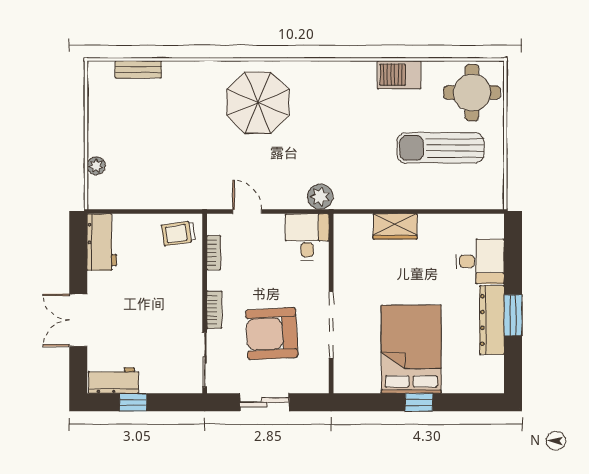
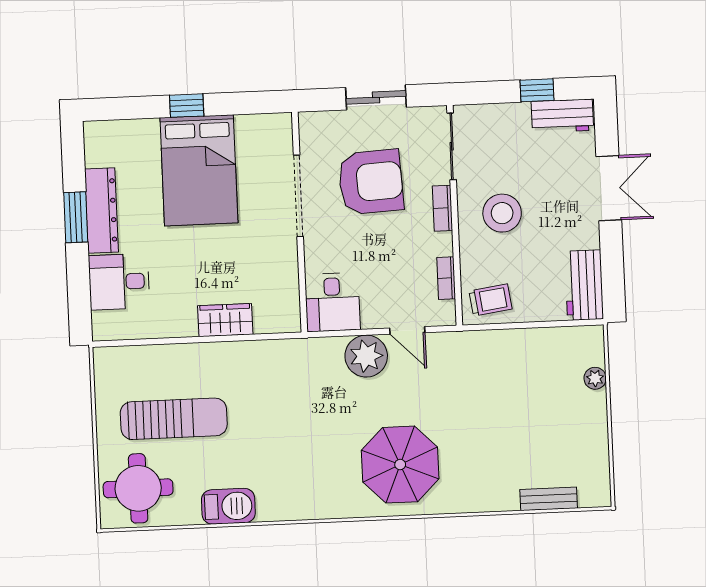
plant: (320, 197) -> (366, 356), moved, width x1.36, depth x1.36
stool: (166, 304) -> (502, 213), added

